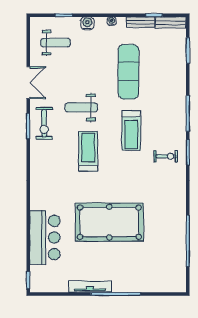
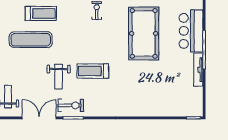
double door: (28, 83) -> (39, 118), width x1.37
treadmill: (131, 130) -> (41, 13), moved
pool table: (109, 222) -> (144, 33), moved
bar counter: (45, 238) -> (191, 31), moved, turned -90

